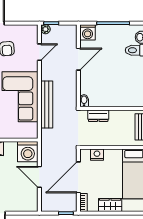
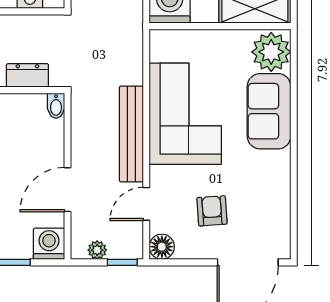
plant: (45, 29) -> (97, 250), moved
floor lamp: (32, 31) -> (162, 247), added
bench: (47, 105) -> (131, 134), moved

